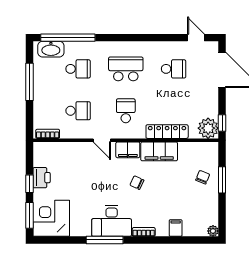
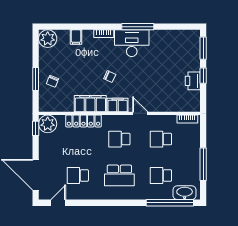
door: (196, 38) -> (58, 203), swing flipped
school desk: (126, 111) -> (119, 139), turned 90
corner desk: (51, 218) -> (184, 45), removed
plant: (213, 231) -> (48, 39), width x1.88, depth x1.88

